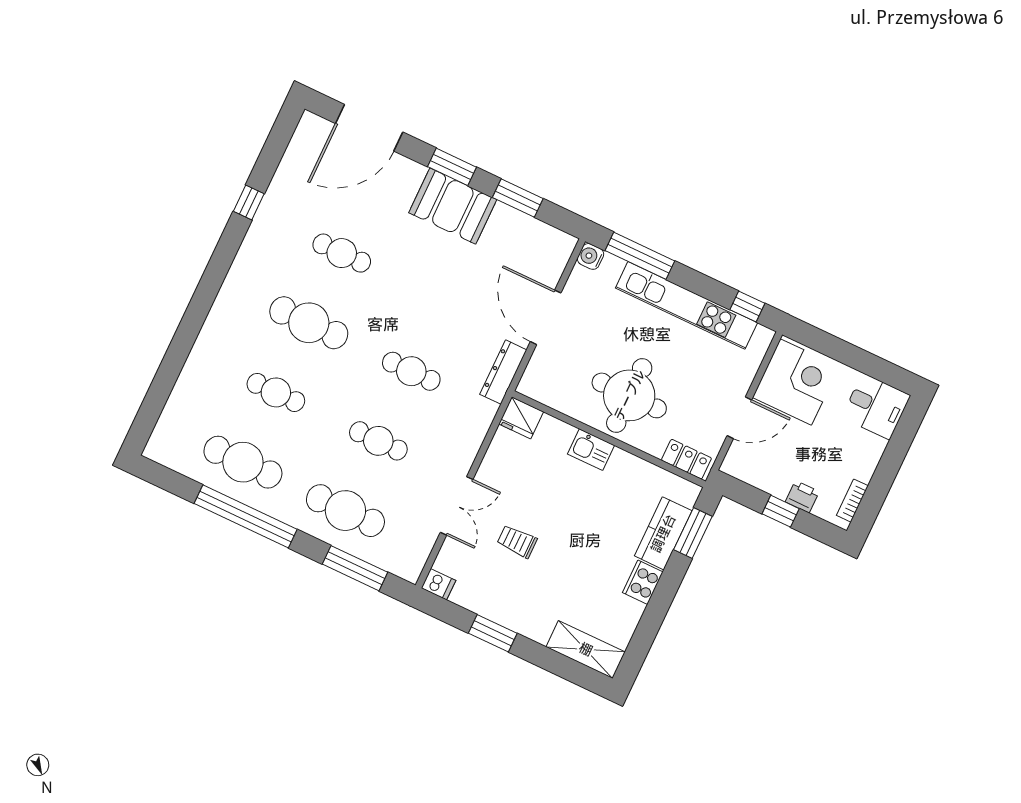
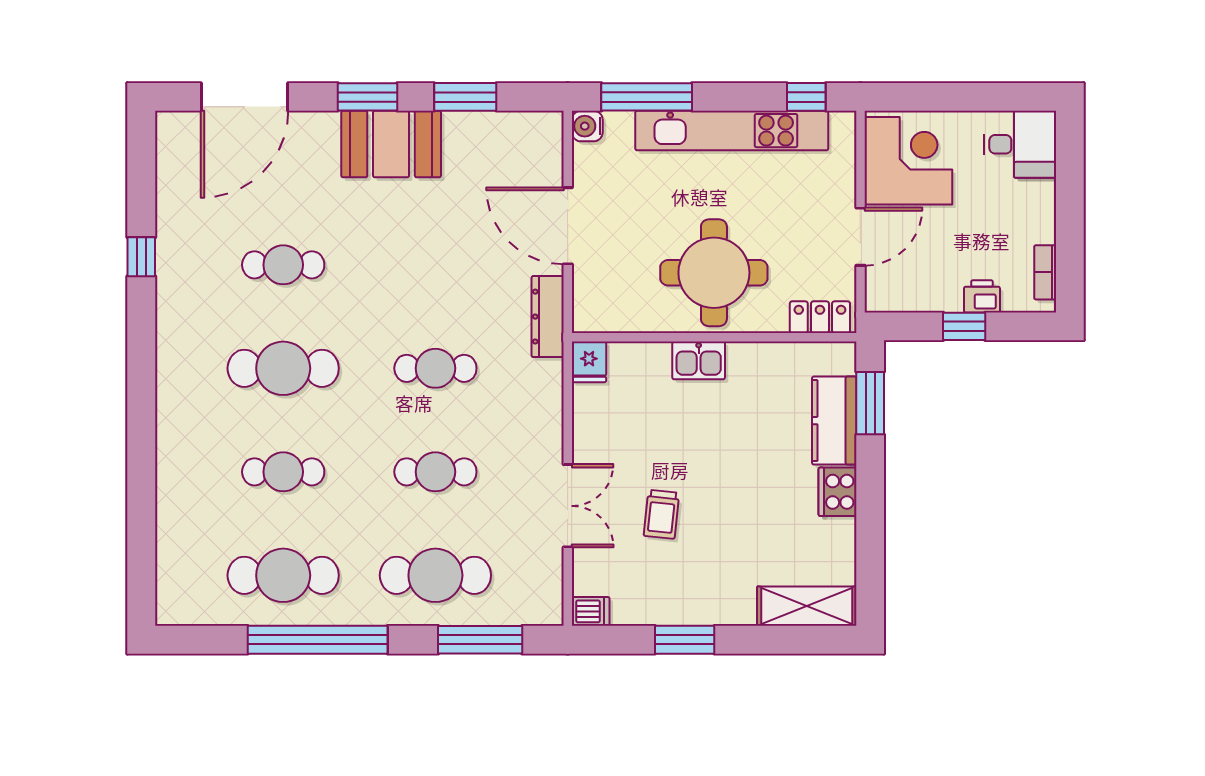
fridge: (521, 418) -> (589, 362), width x0.72
trolley: (517, 541) -> (661, 514), turned -84

